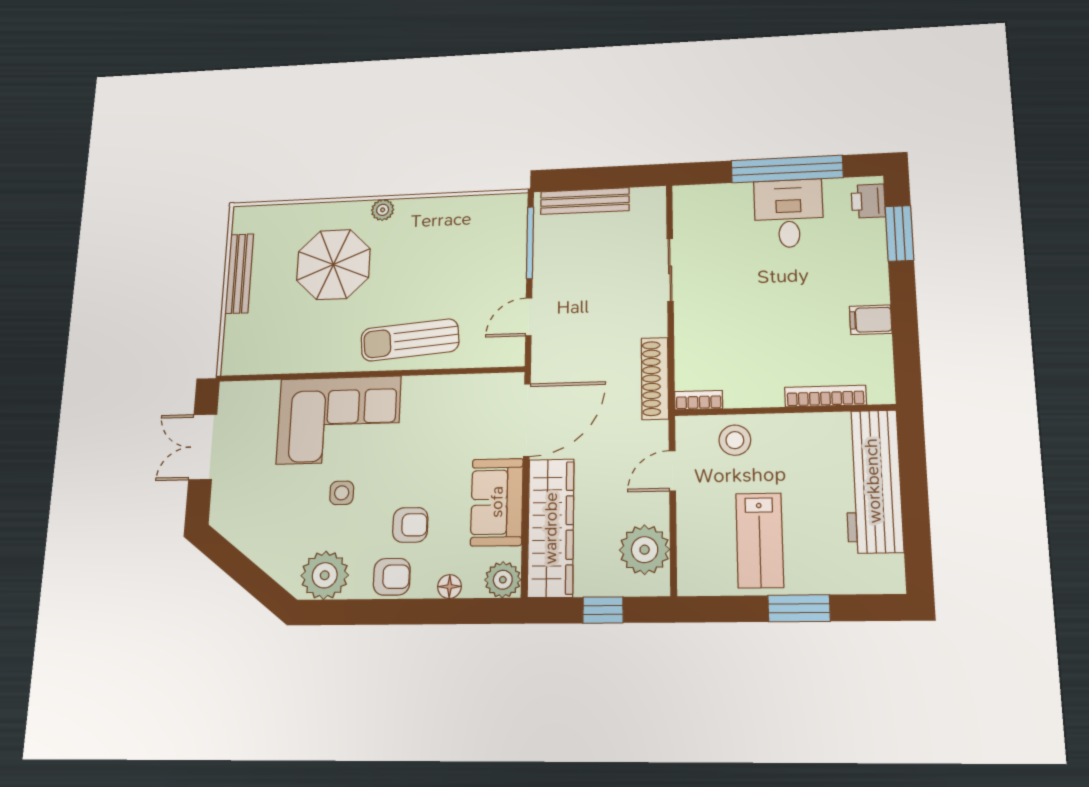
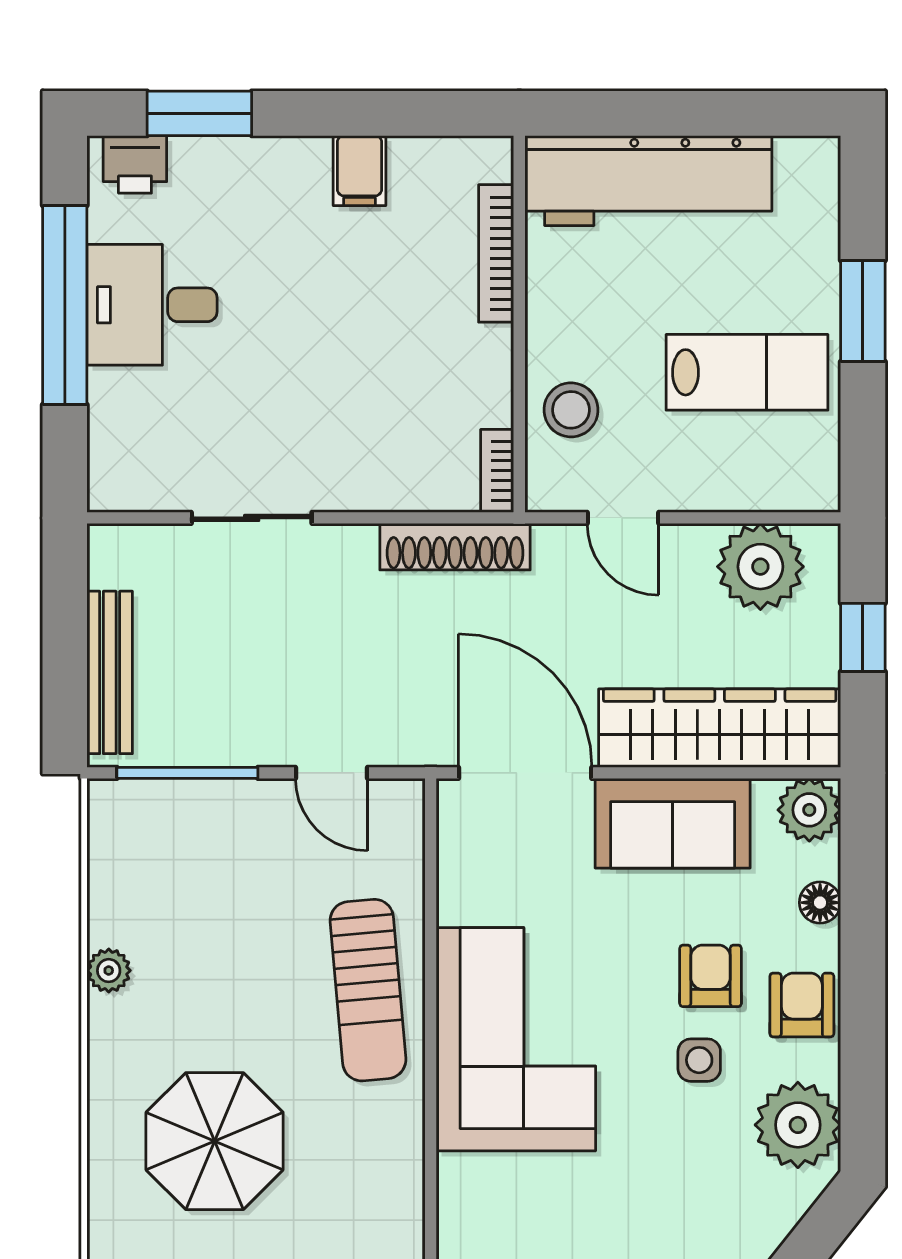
plant: (383, 210) -> (109, 971), moved
corner sofa: (339, 420) -> (516, 1039), moved
side table: (342, 493) -> (699, 1060), moved

